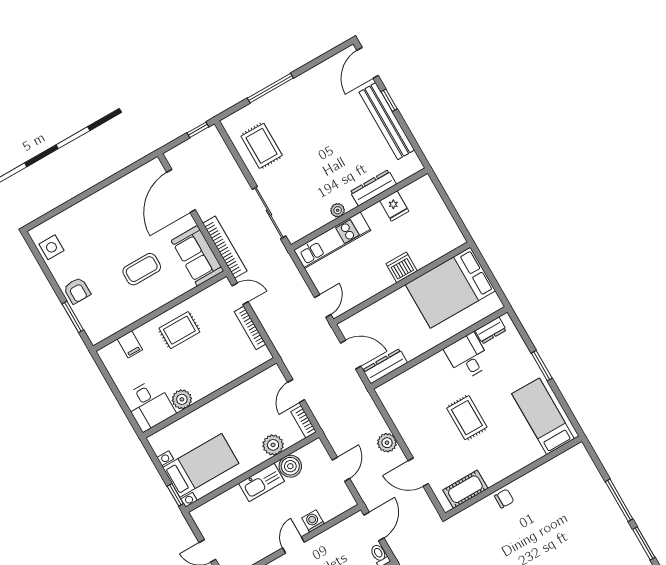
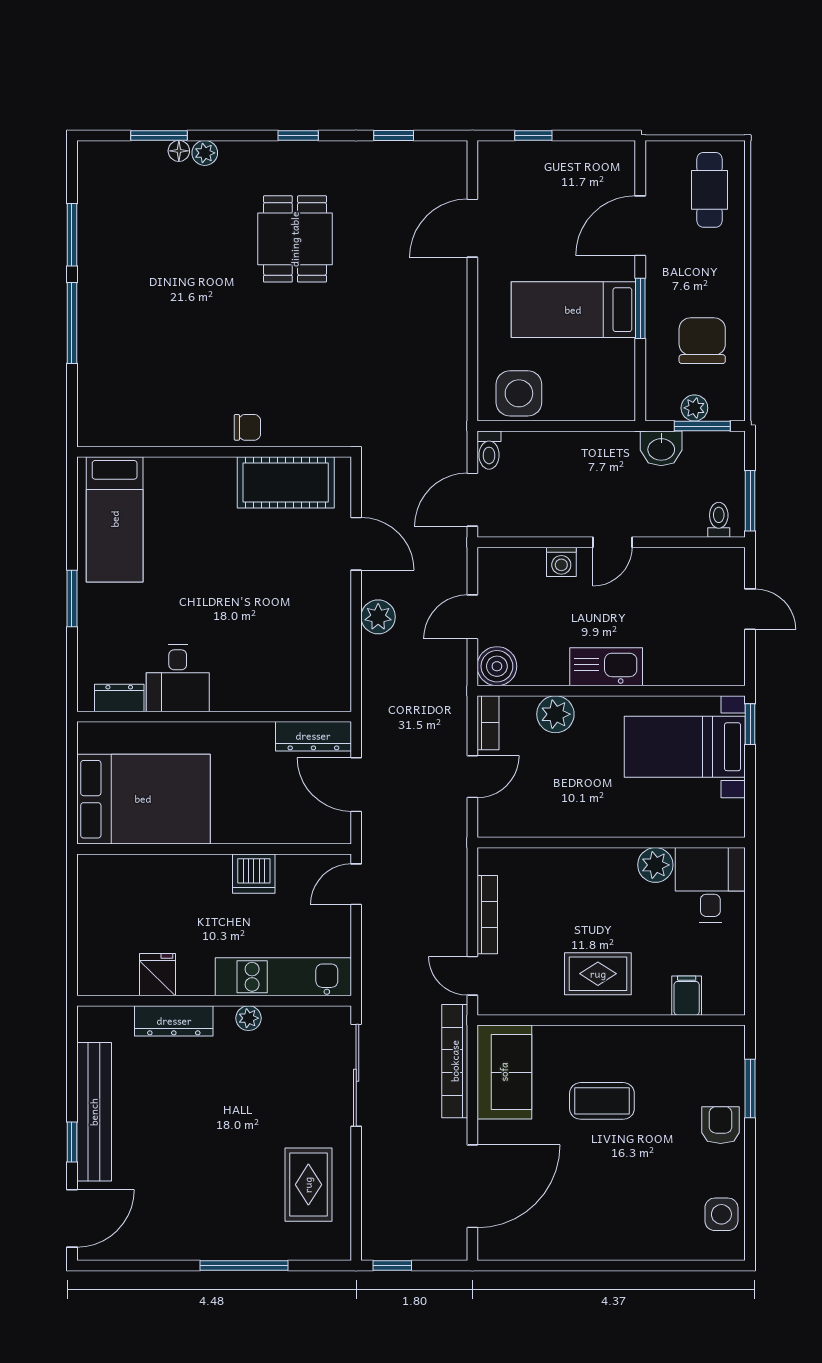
dishwasher: (402, 267) -> (254, 874), moved
rug: (467, 418) -> (233, 585), removed
boiler: (290, 466) -> (497, 666), moved
cot: (465, 489) -> (286, 482), width x1.37, depth x1.34
chair: (504, 499) -> (247, 427), turned 180

